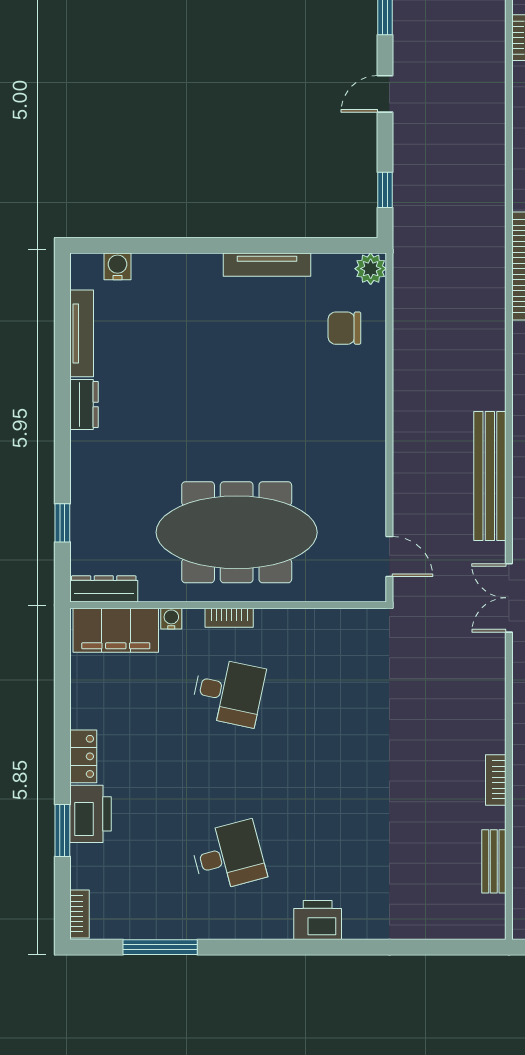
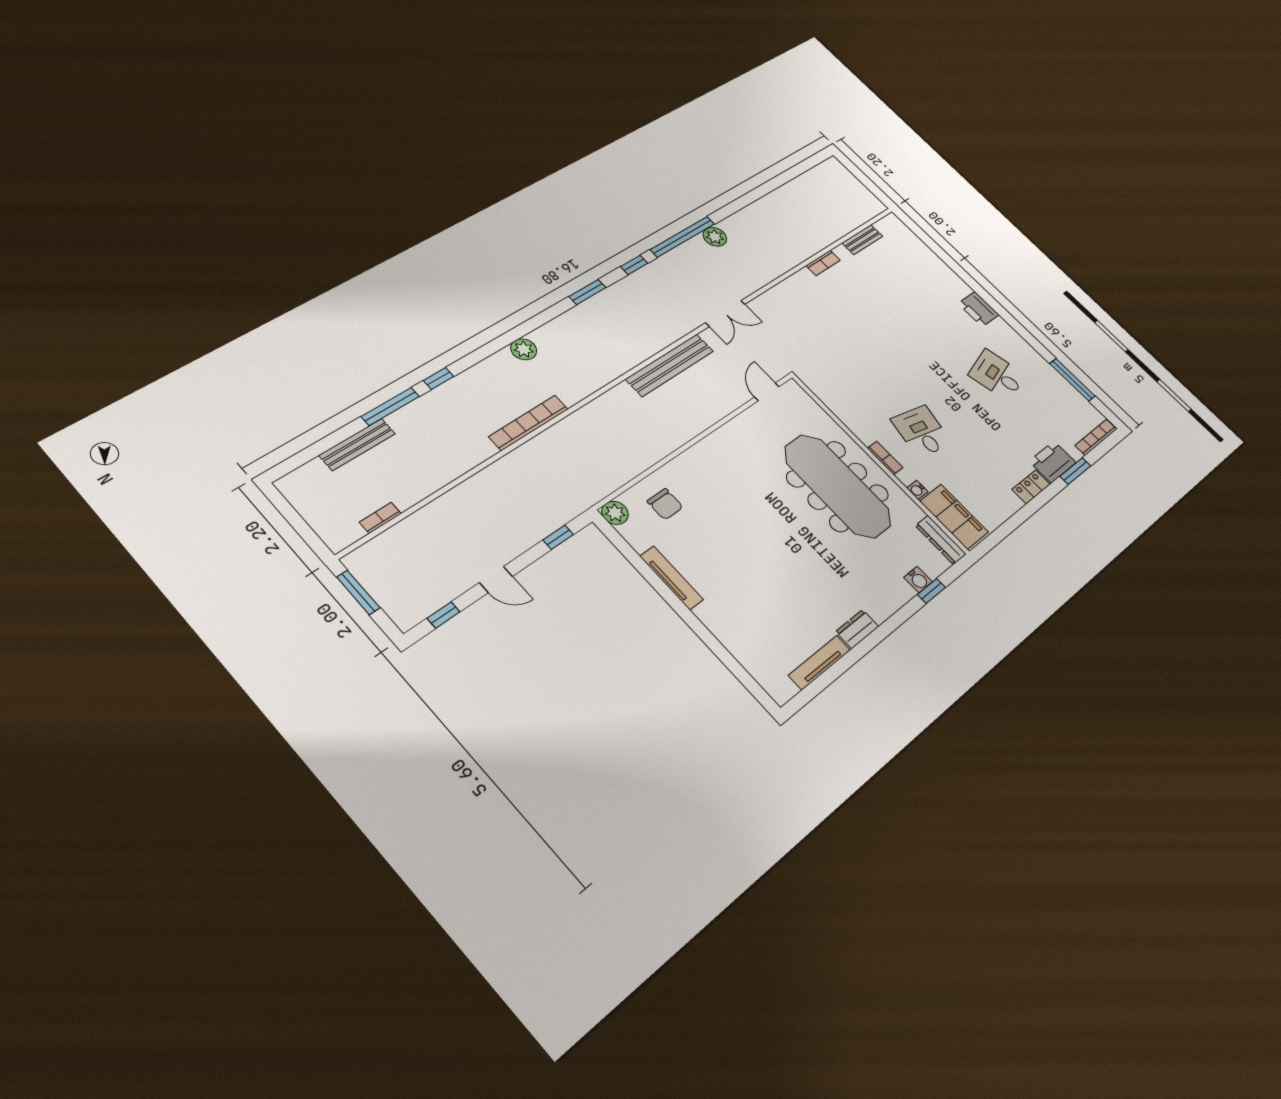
water cooler: (117, 266) -> (918, 580), moved, turned -90
bookcase: (80, 914) -> (1096, 437), width x1.56

